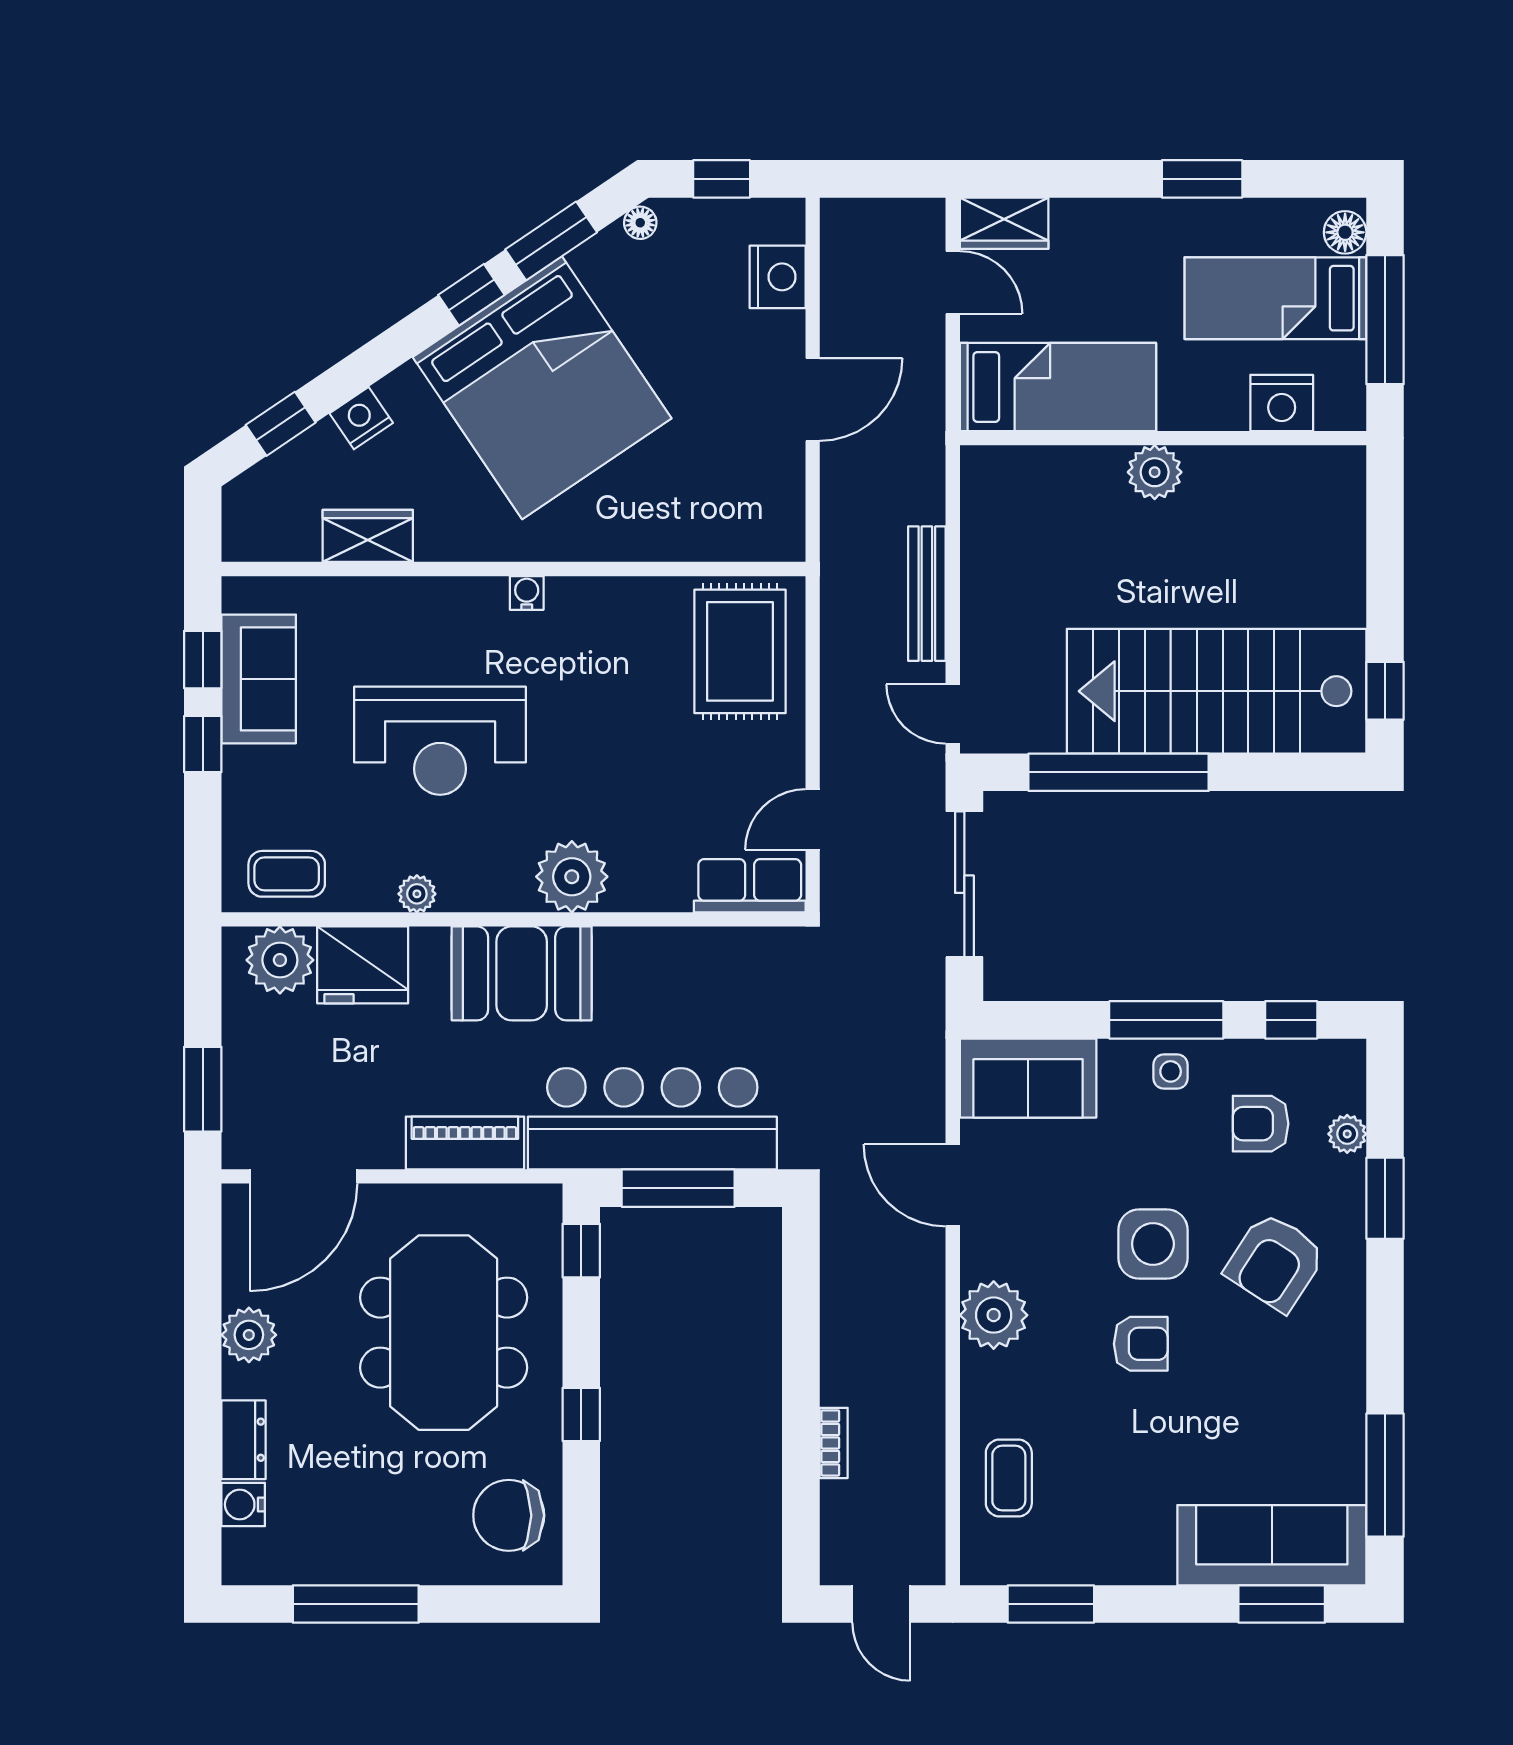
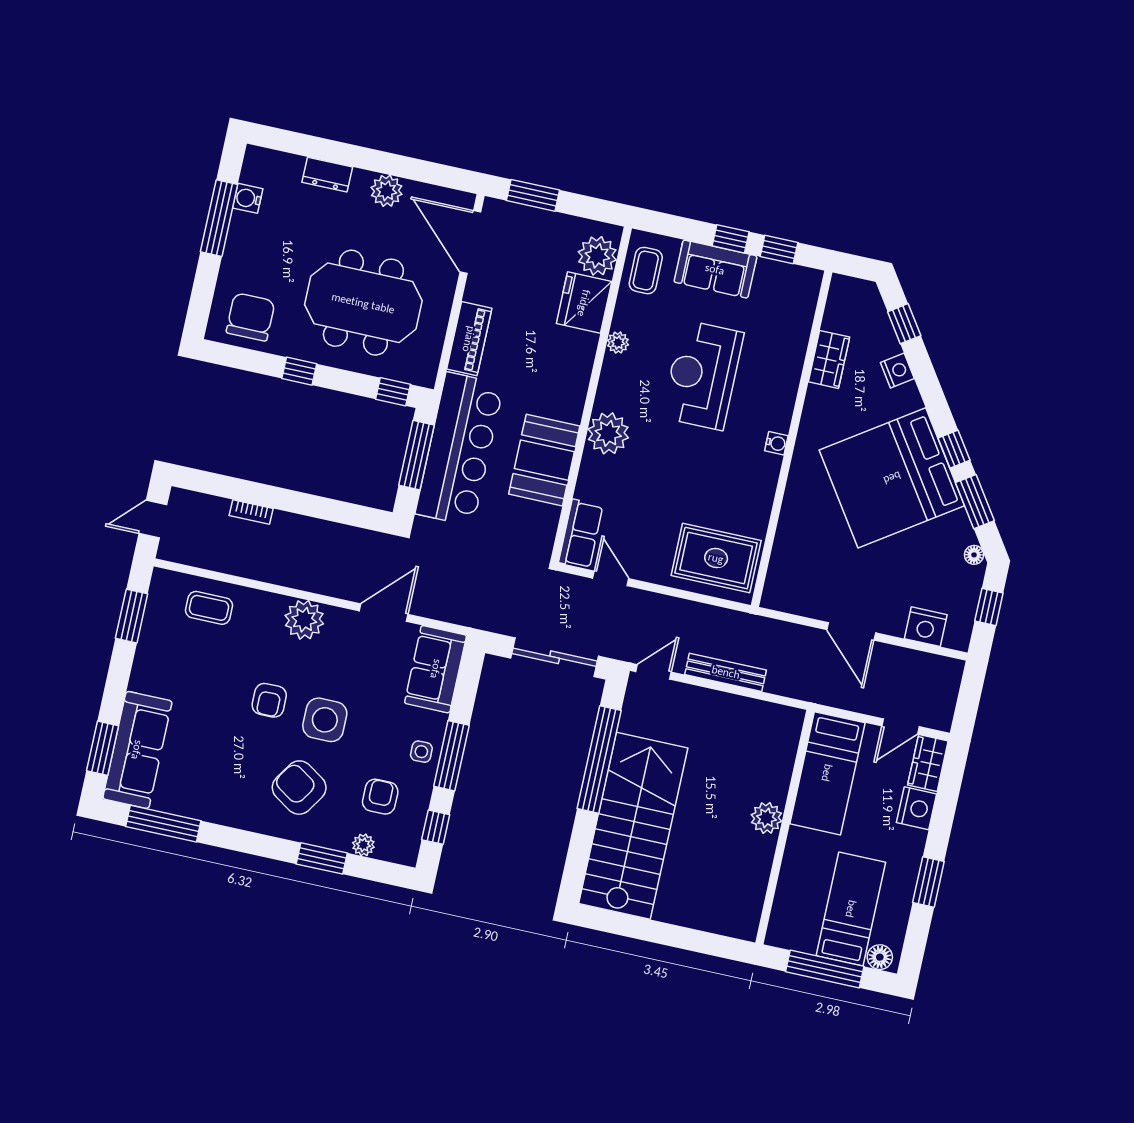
nightstand: (1282, 403) -> (917, 808), moved, turned 180
sofa: (259, 679) -> (715, 269), moved
window: (1385, 691) -> (612, 922), removed
booth: (522, 973) -> (544, 460), moved
water cooler: (243, 1504) -> (248, 198), moved, turned -90

